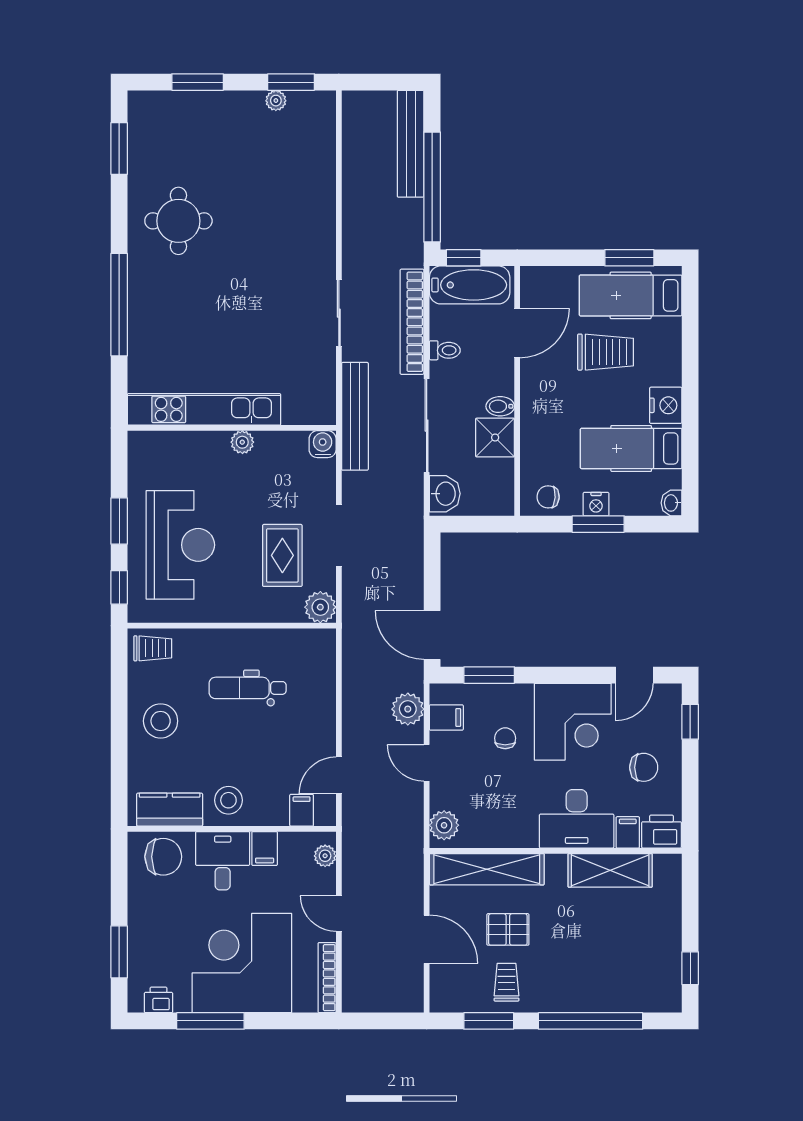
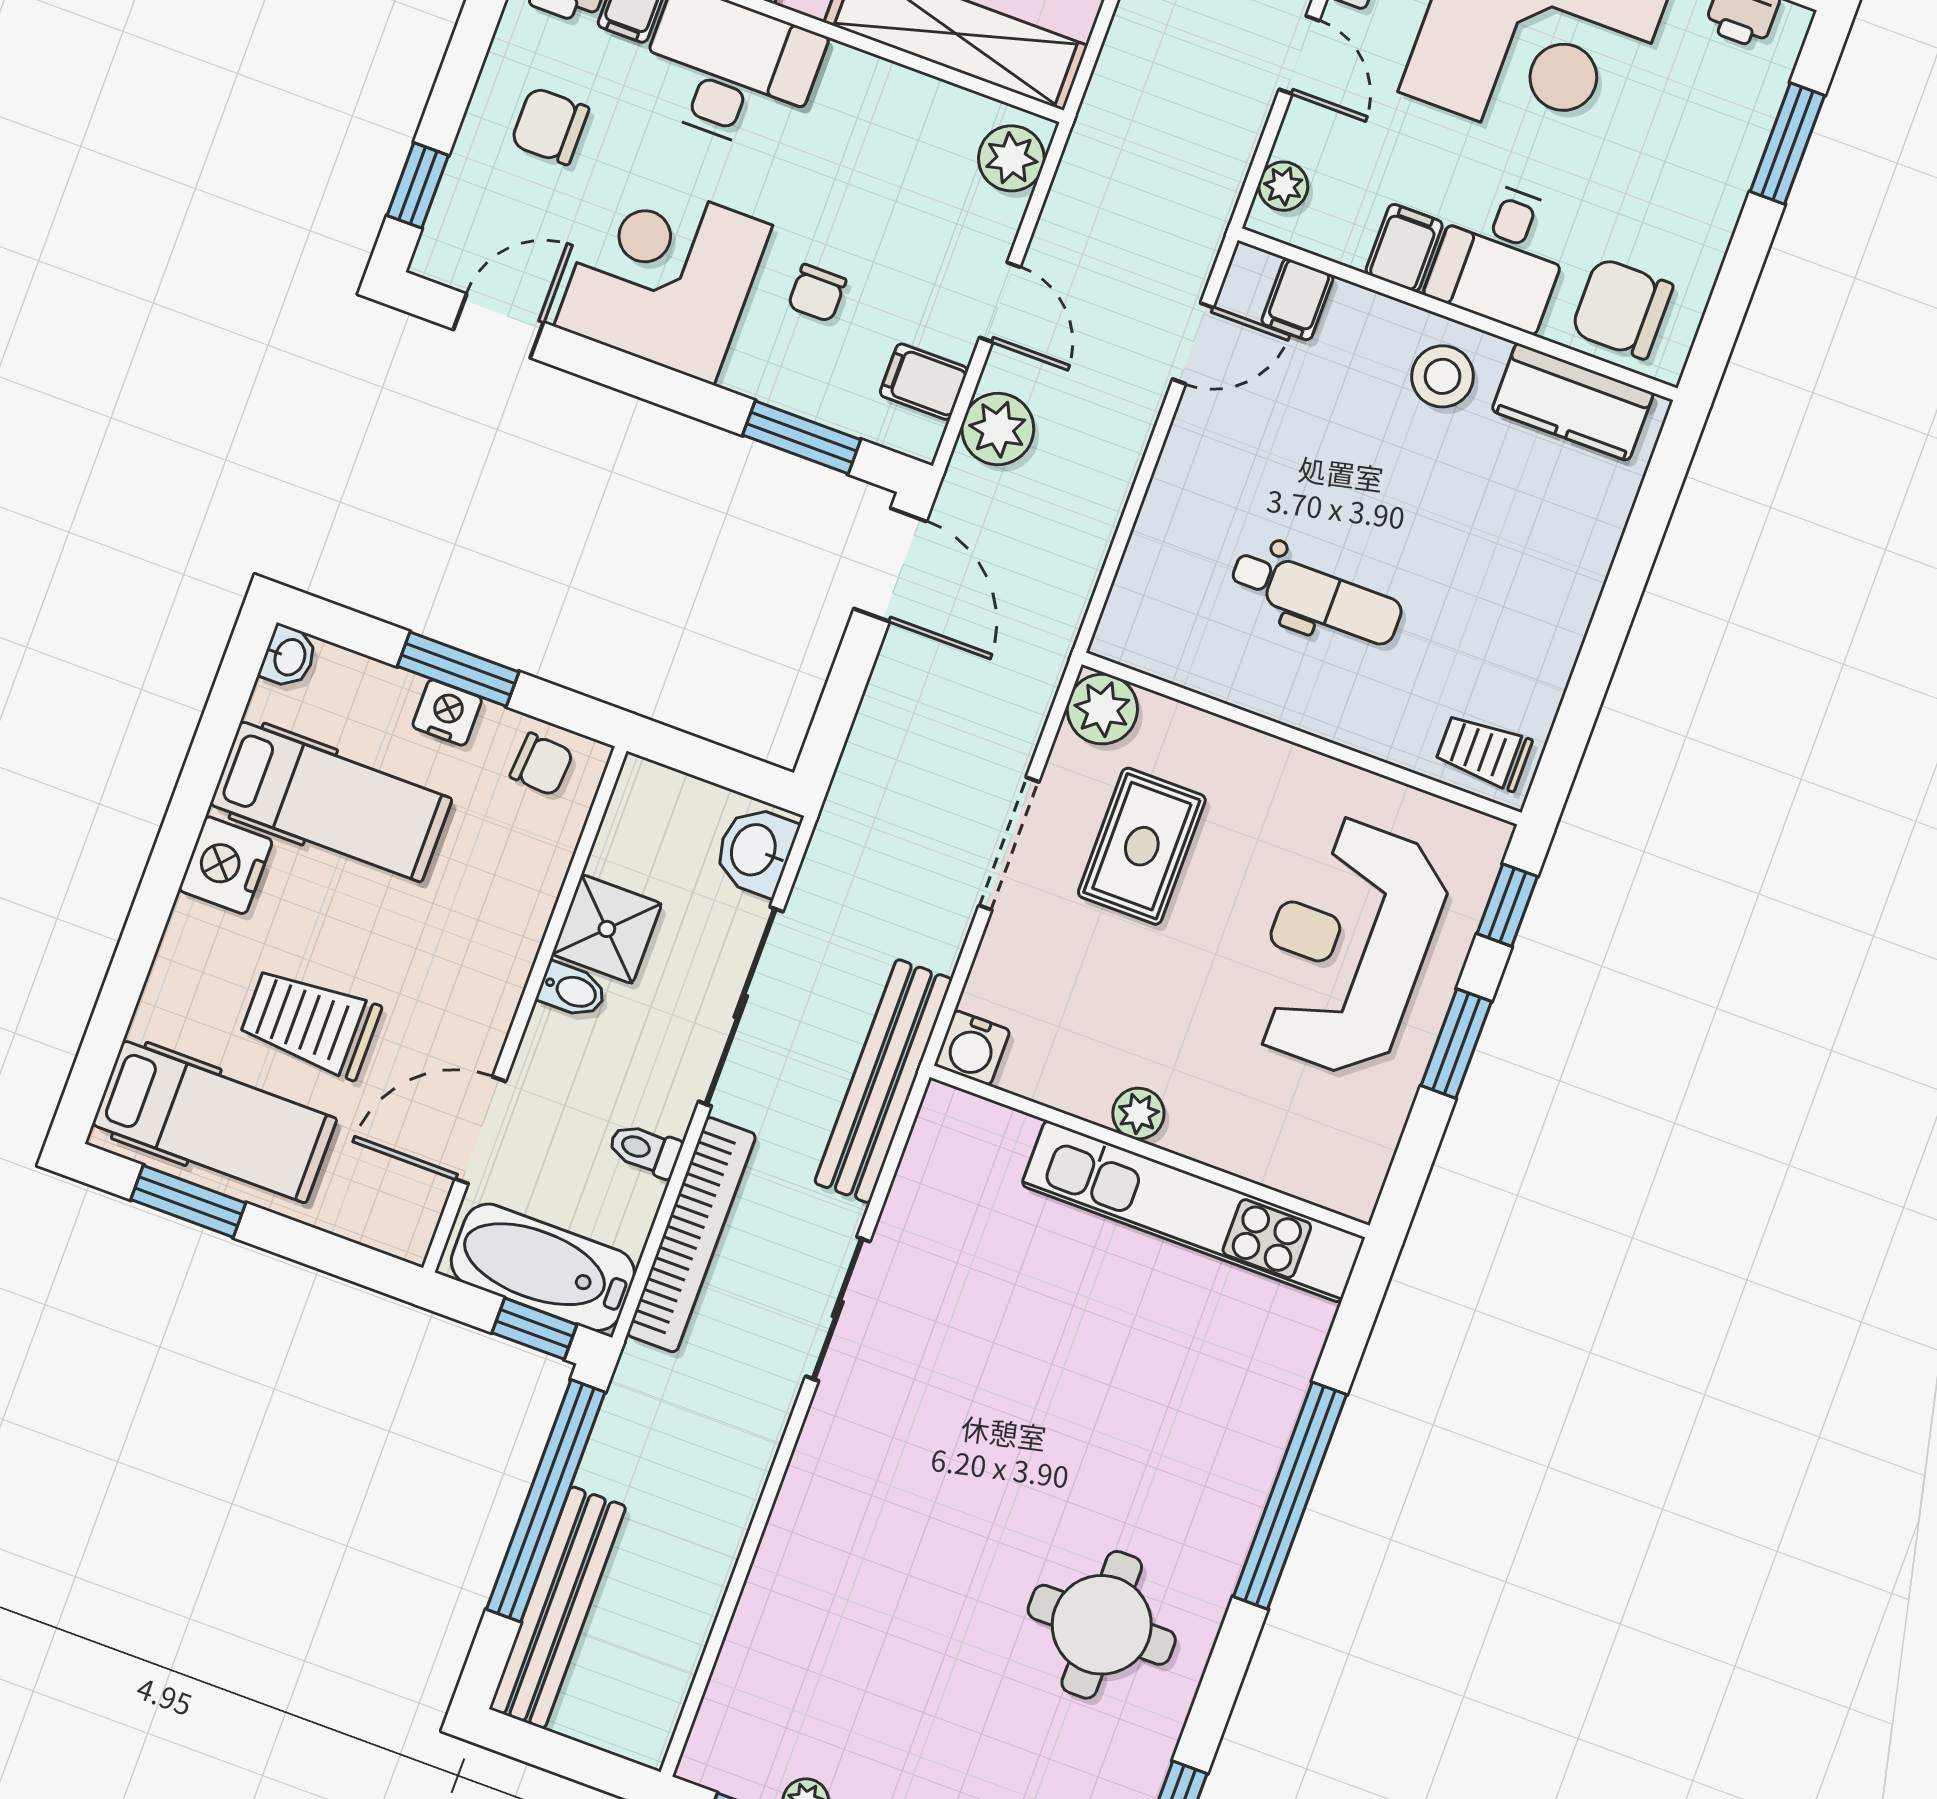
stool: (161, 721) -> (1523, 594), removed

